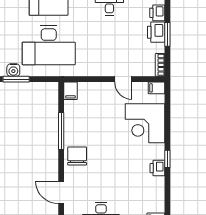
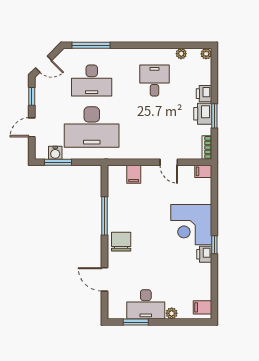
filing cabinet: (71, 91) -> (134, 174), moved
corner desk: (145, 123) -> (191, 225), moved

